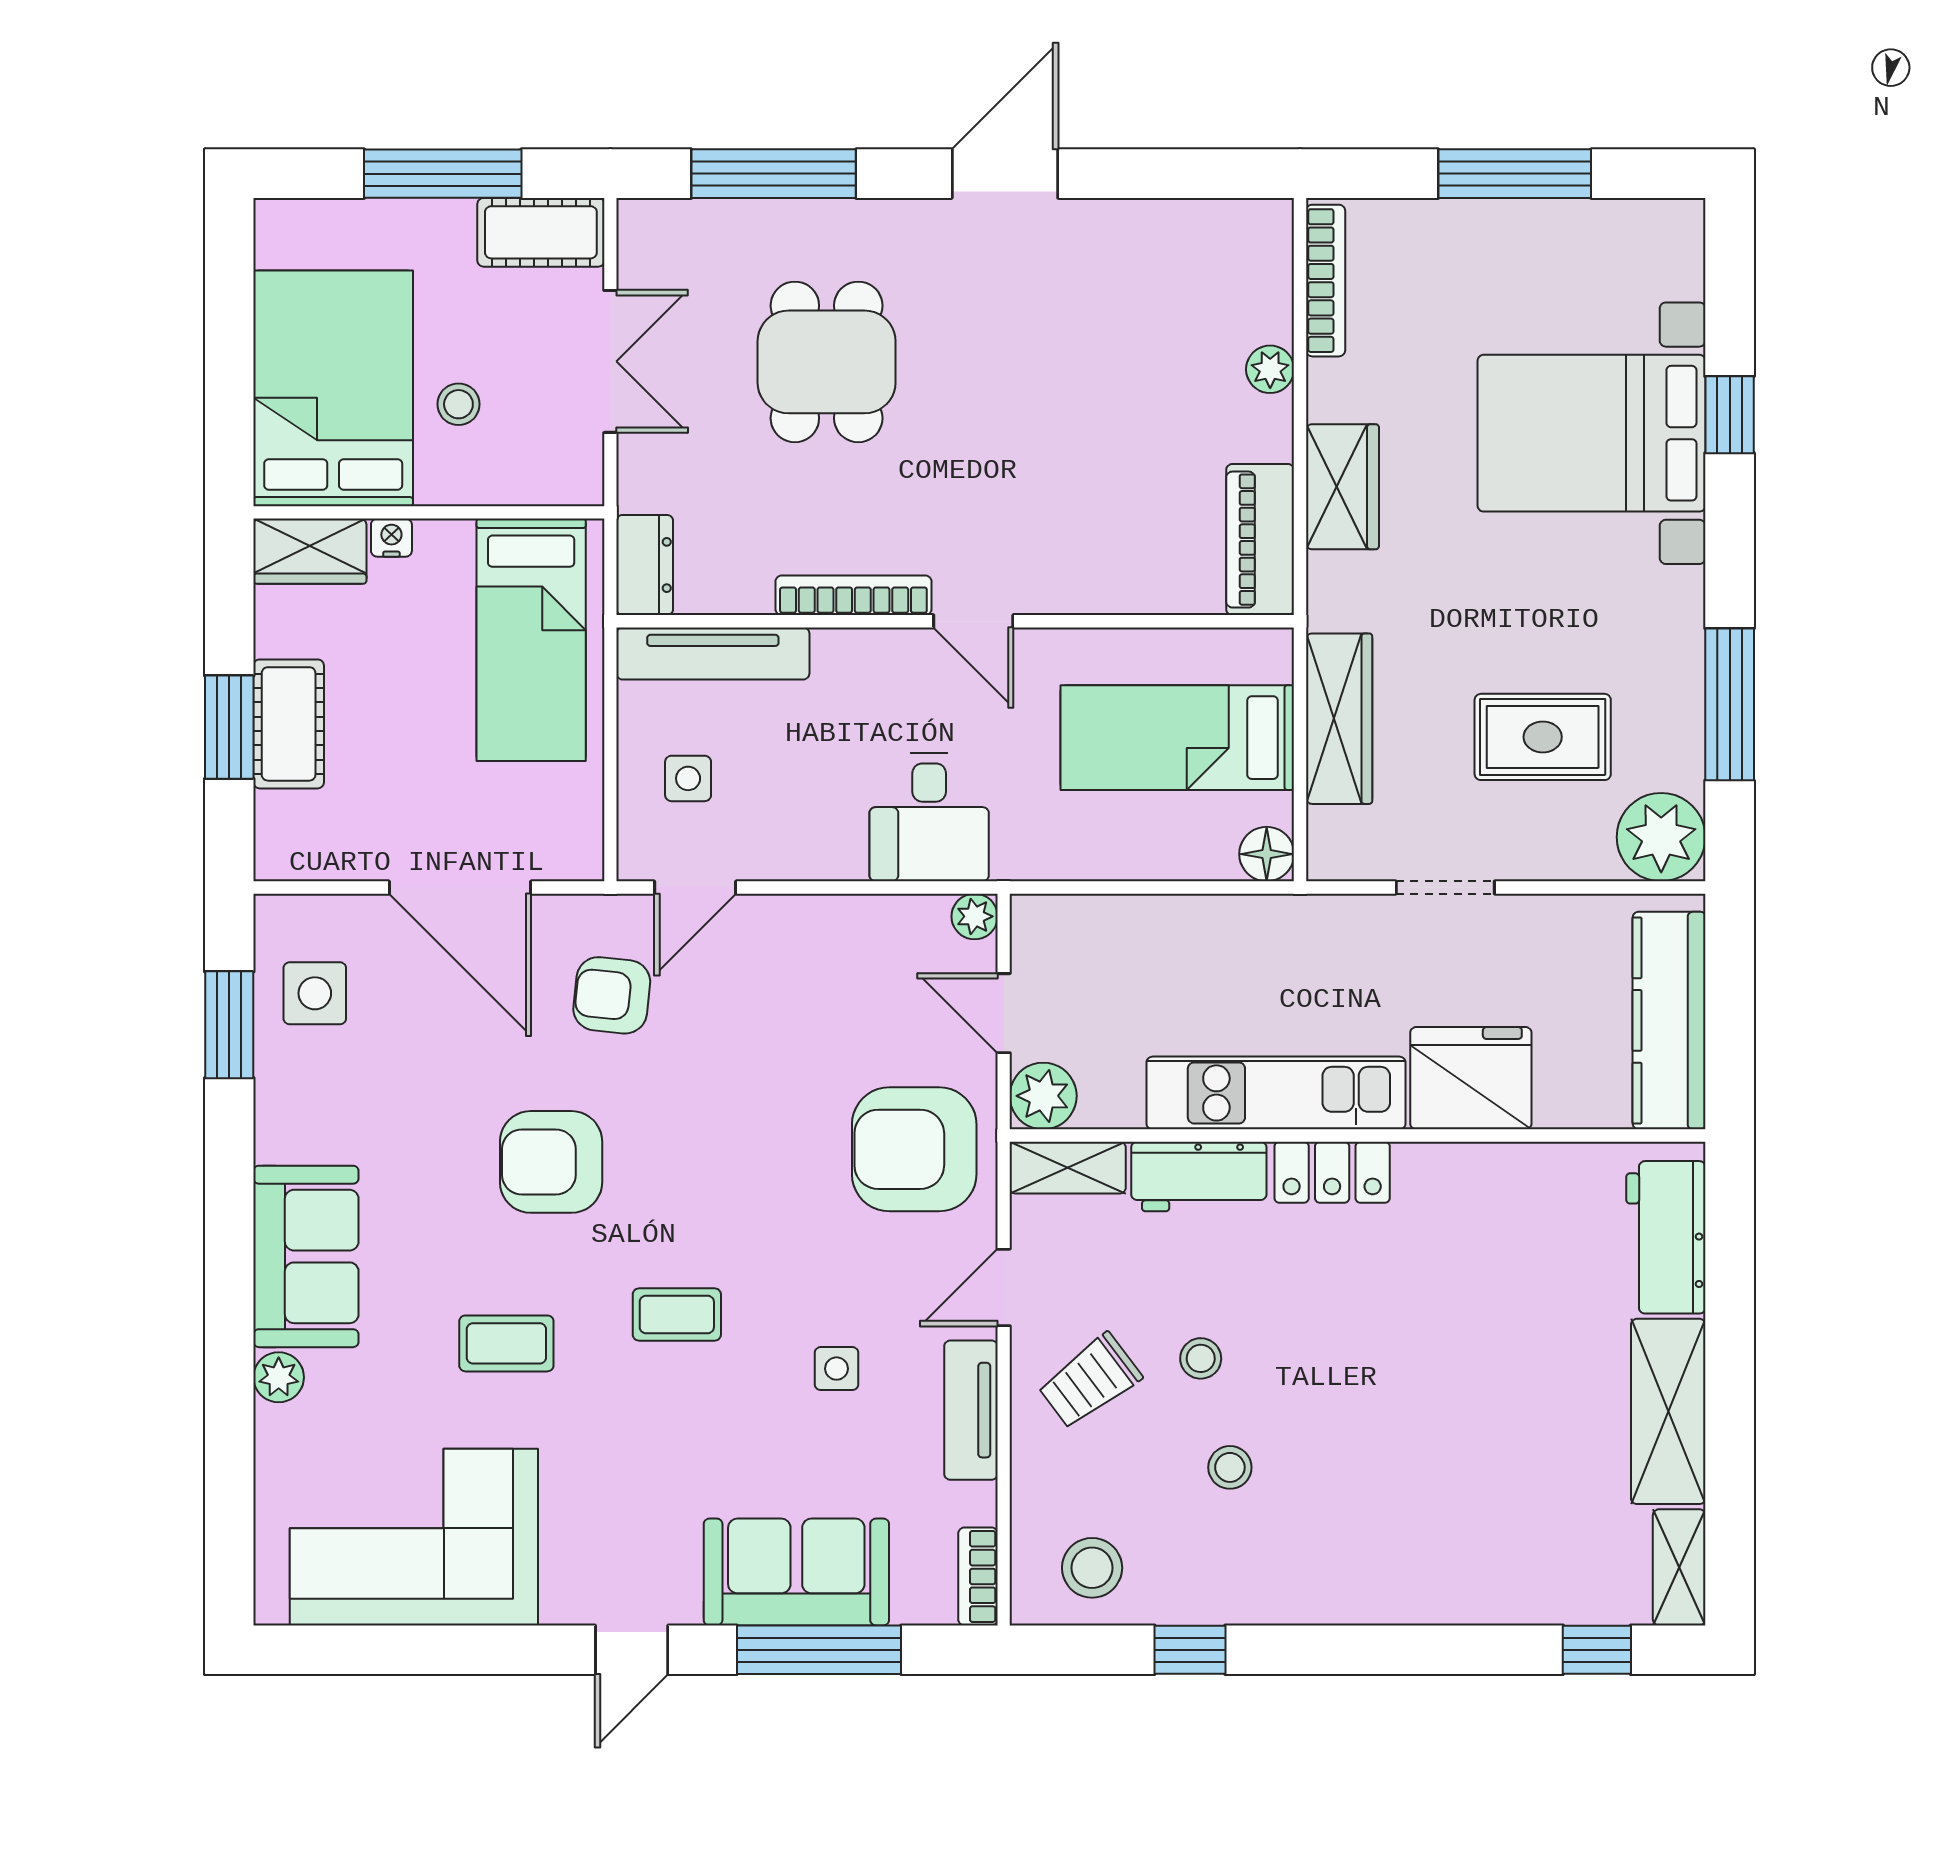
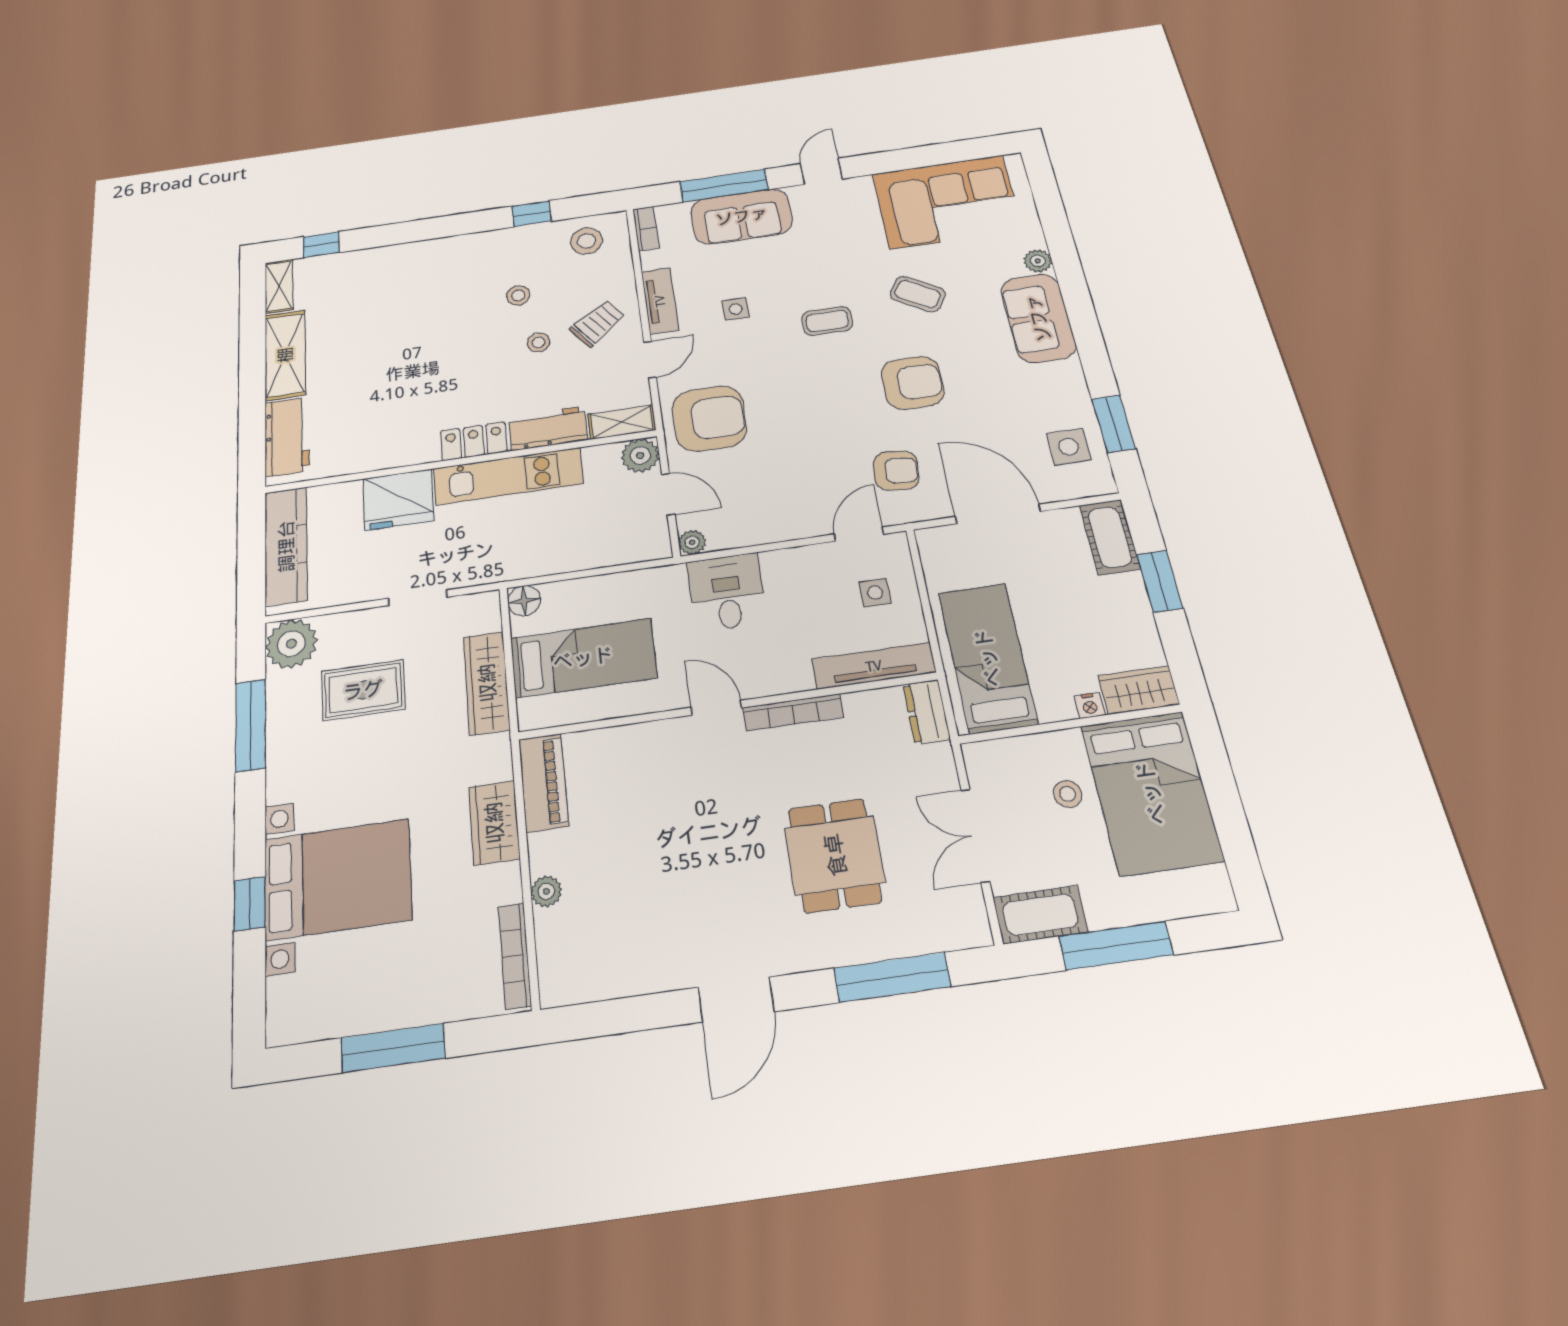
cot: (289, 724) -> (1110, 537), moved
coffee table: (506, 1343) -> (918, 294), turned 32

